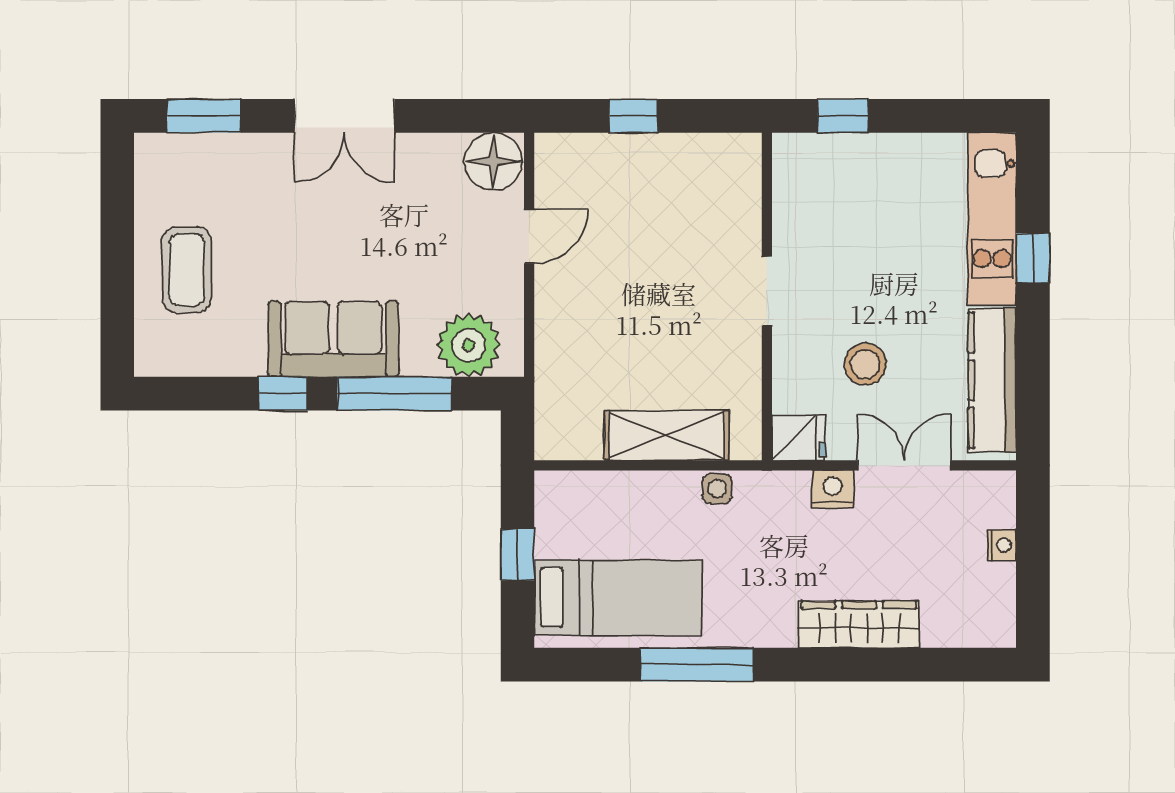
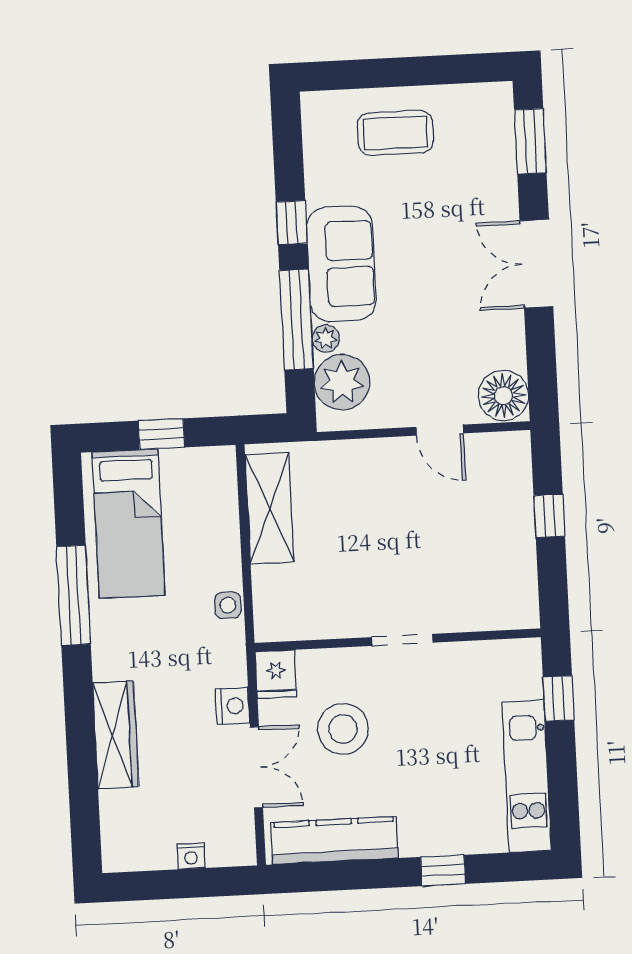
kitchen unit: (992, 219) -> (527, 776), moved, turned -90
plant: (418, 361) -> (326, 338), added
stool: (865, 364) -> (343, 729), width x1.38, depth x1.38
shelving: (667, 435) -> (270, 508), moved

